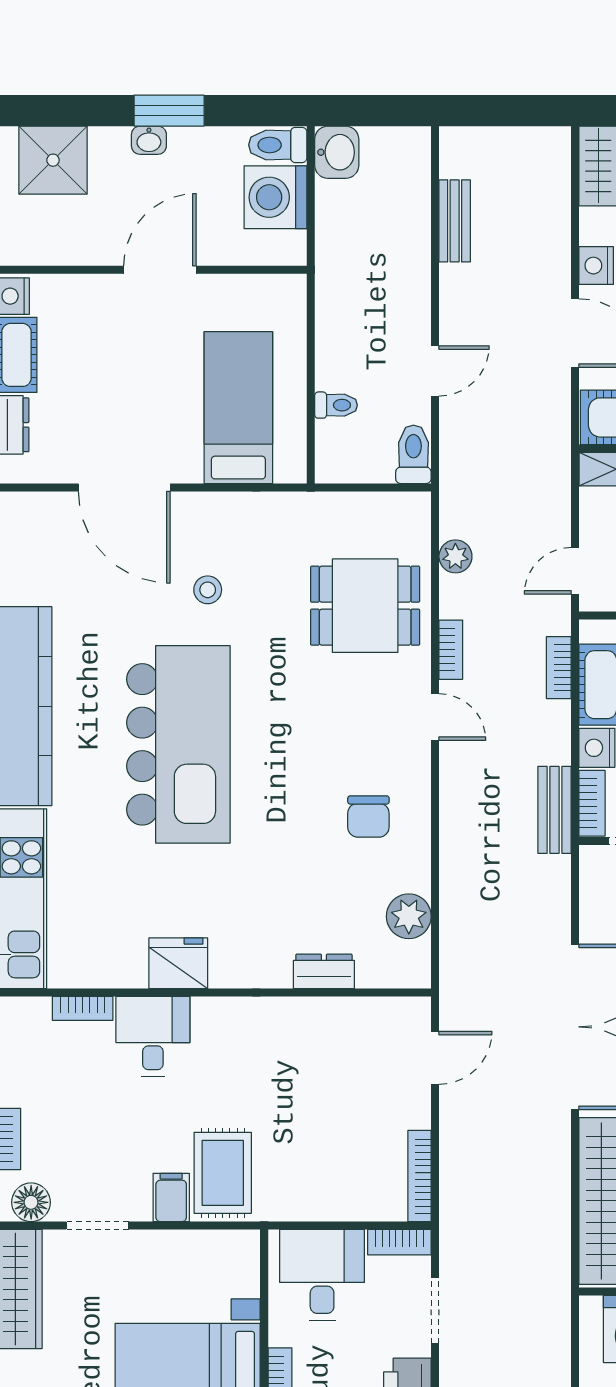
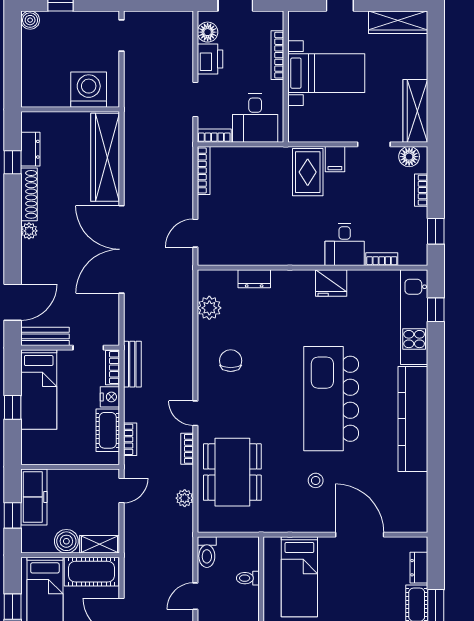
dining table: (365, 606) -> (232, 472), width x1.38

